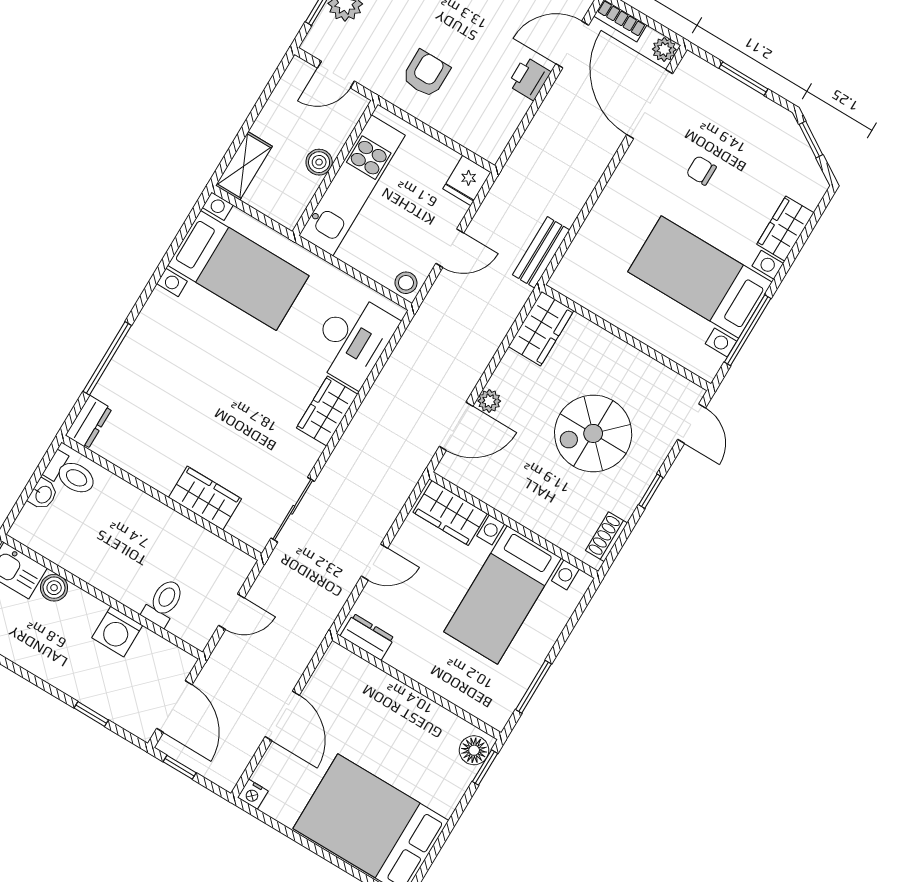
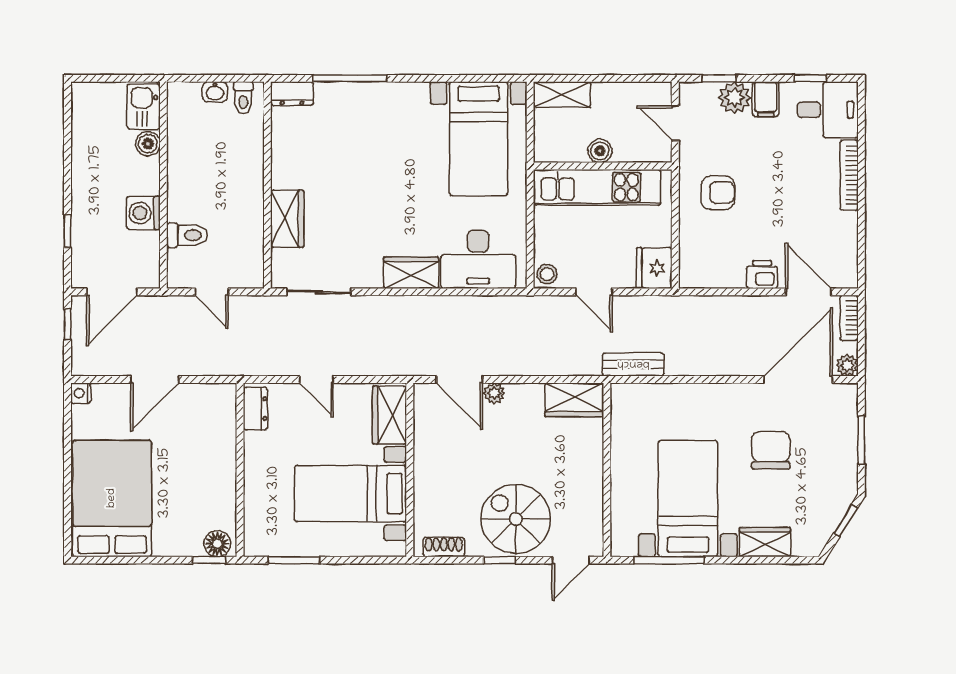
chair: (701, 170) -> (771, 450), width x1.87, depth x1.87
fridge: (467, 181) -> (654, 268), width x1.38
spiral stairs: (593, 433) -> (516, 519), moved
toilet: (71, 474) -> (243, 98), width x0.73, depth x0.72

